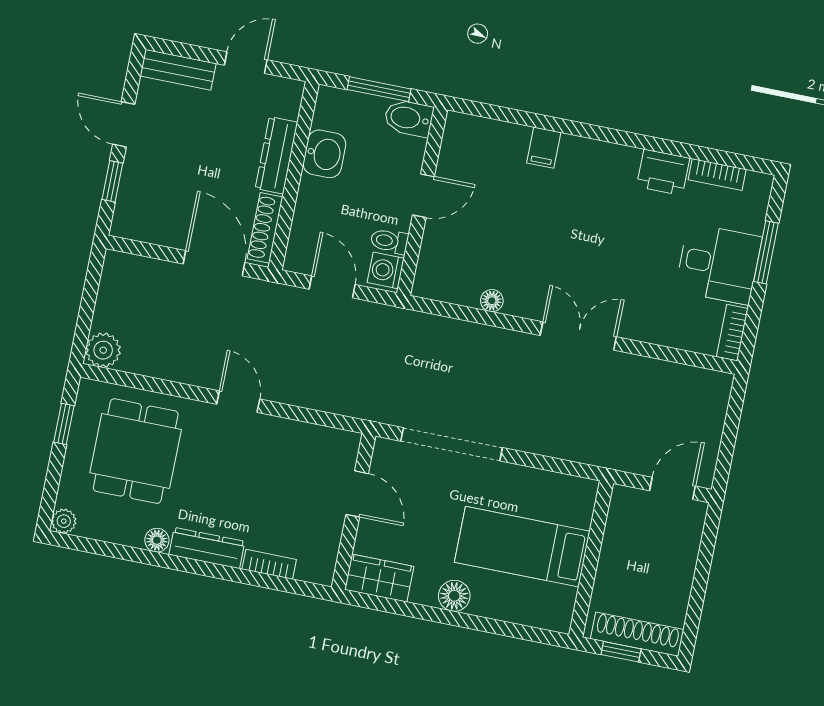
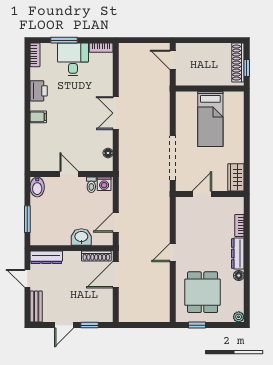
bidet: (409, 118) -> (37, 187), moved
filing cabinet: (544, 148) -> (38, 117), moved
washbasin: (324, 154) -> (81, 237), moved
dresser: (276, 155) -> (46, 257), moved
bookcase: (717, 175) -> (35, 55), moved
door: (423, 196) -> (69, 174), moved
wall: (422, 201) -> (72, 174), moved
toilet: (389, 241) -> (91, 185), moved
washing machine: (386, 270) -> (104, 184), moved
plant: (103, 350) -> (162, 315), removed
dining table: (136, 451) -> (203, 292), turned 90
floor lamp: (454, 596) -> (237, 144), removed

